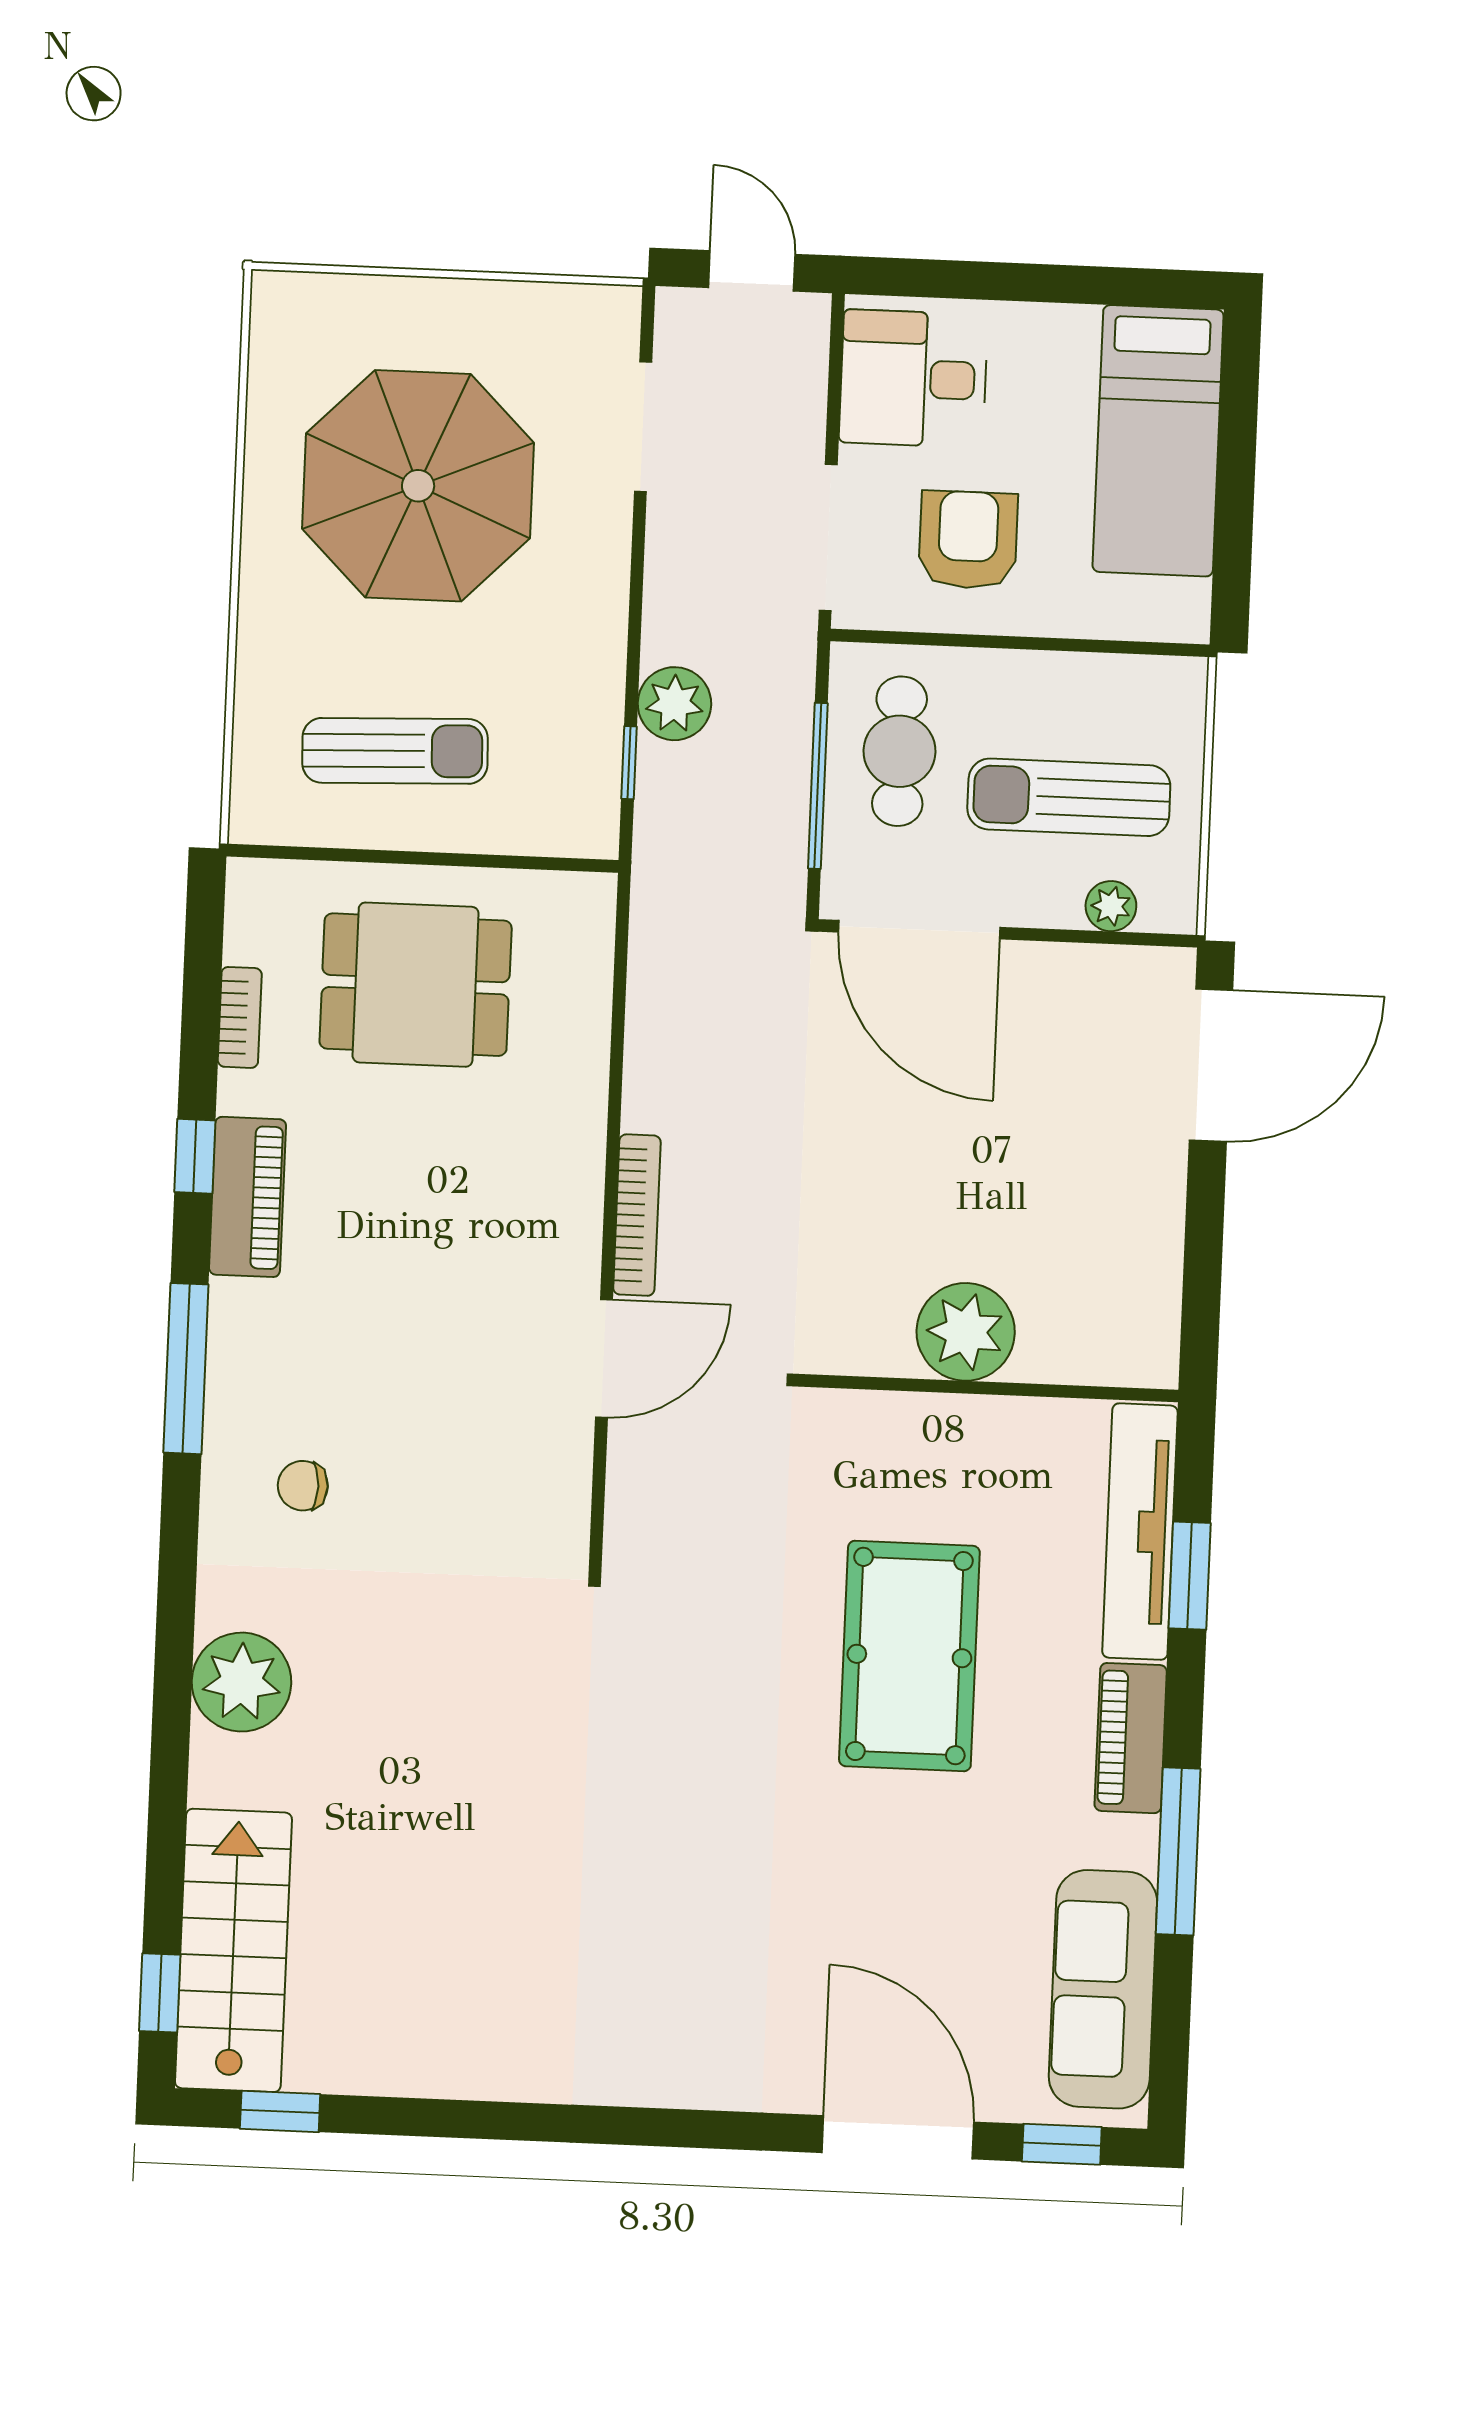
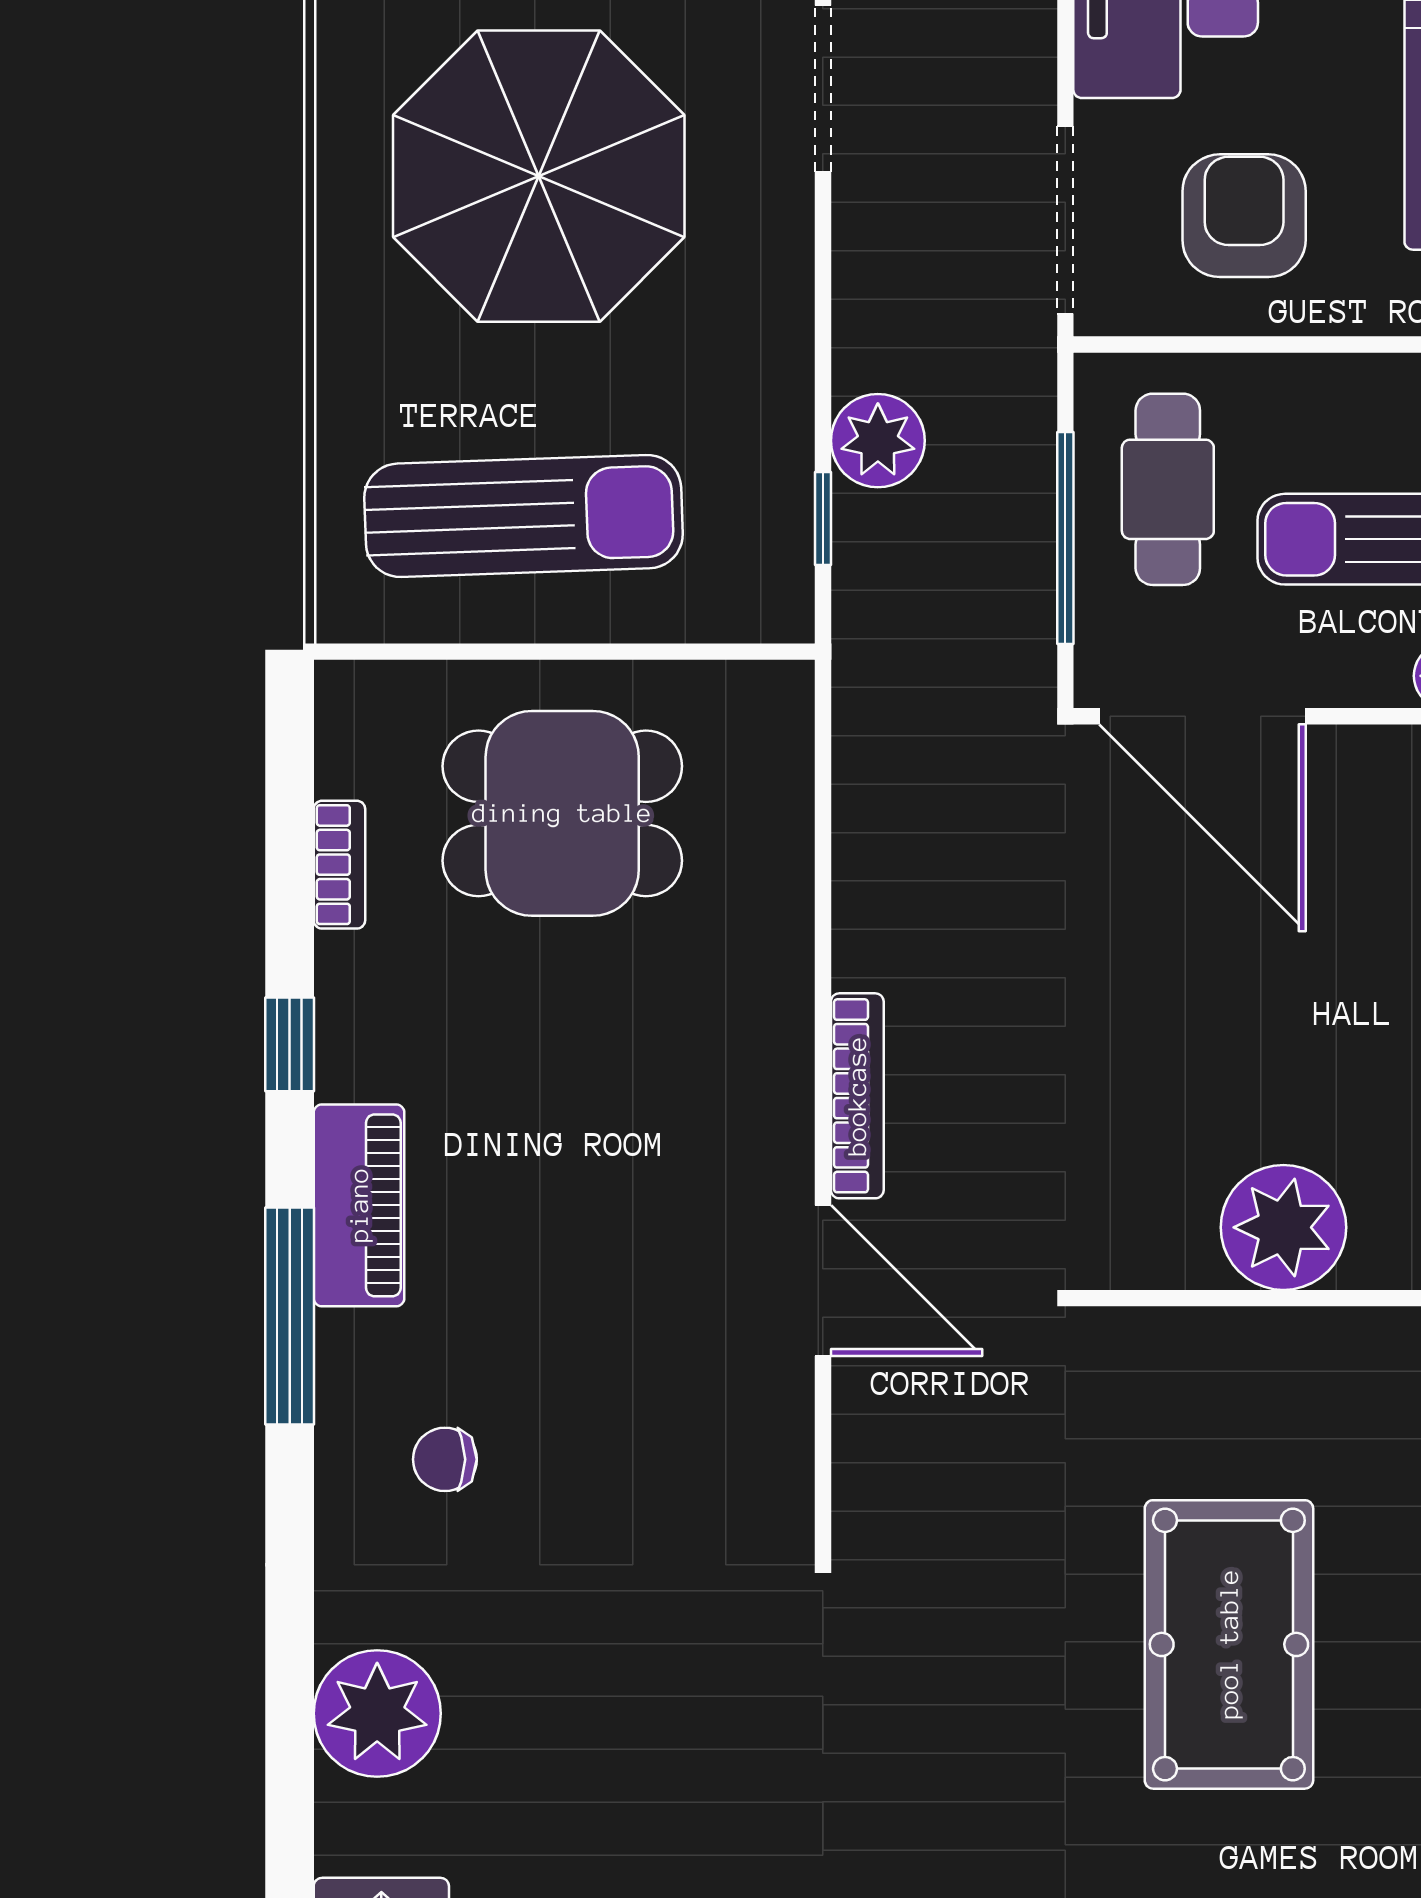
sun lounger: (395, 751) -> (524, 516), width x1.36, depth x1.34
piano: (248, 1197) -> (359, 1205), moved
door: (604, 1358) -> (823, 1281), hinge flipped

